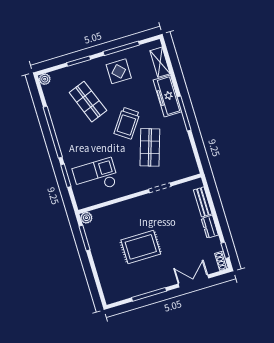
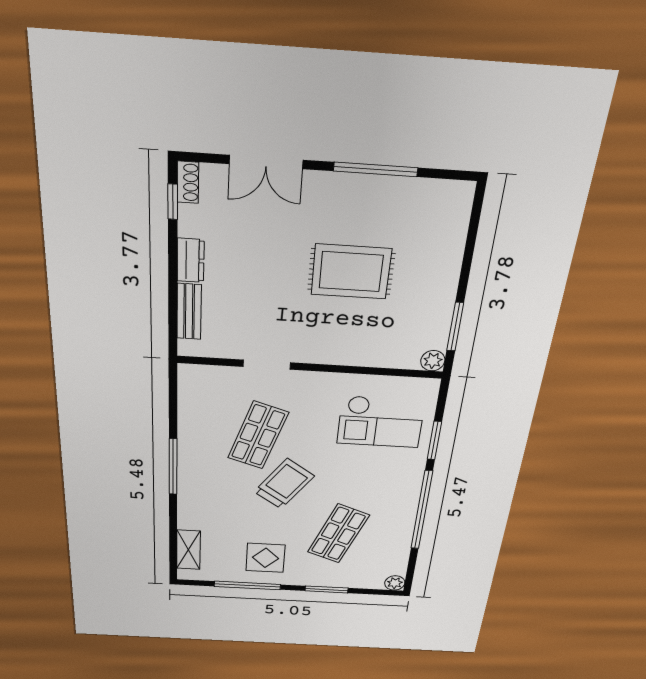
freezer: (167, 96) -> (194, 501), removed
shop shelf: (88, 102) -> (338, 534), turned 42

